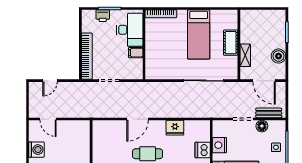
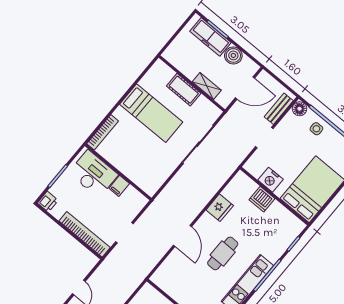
printer: (103, 16) -> (48, 202), moved
freezer: (278, 32) -> (210, 37), added
floor lamp: (262, 126) -> (300, 109), moved

